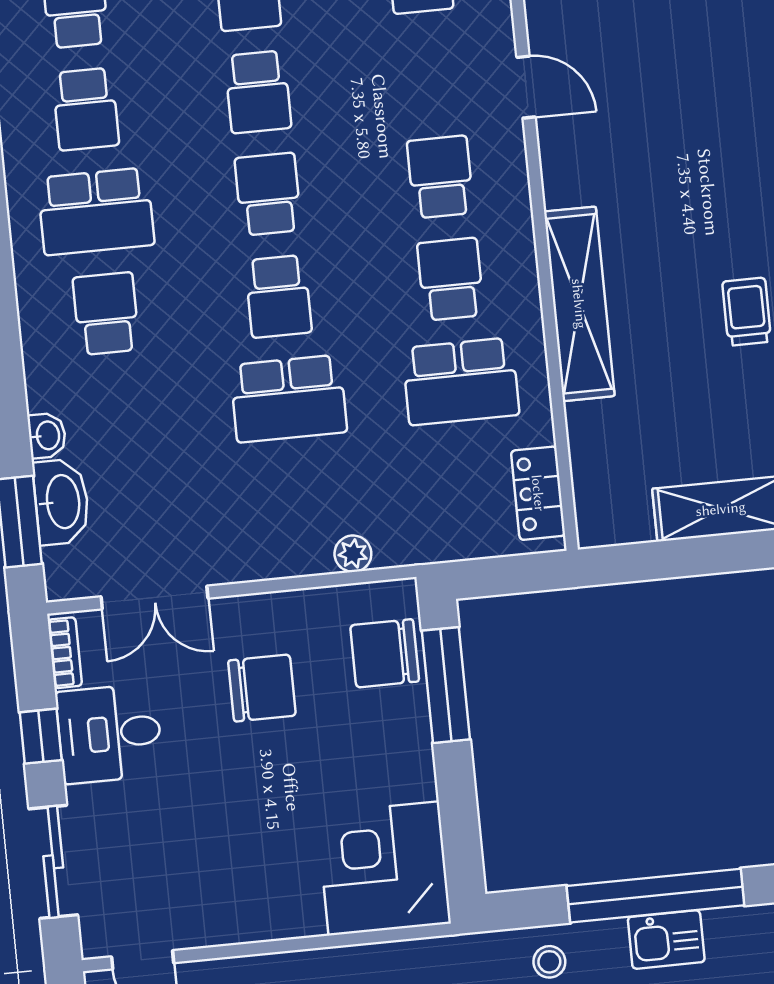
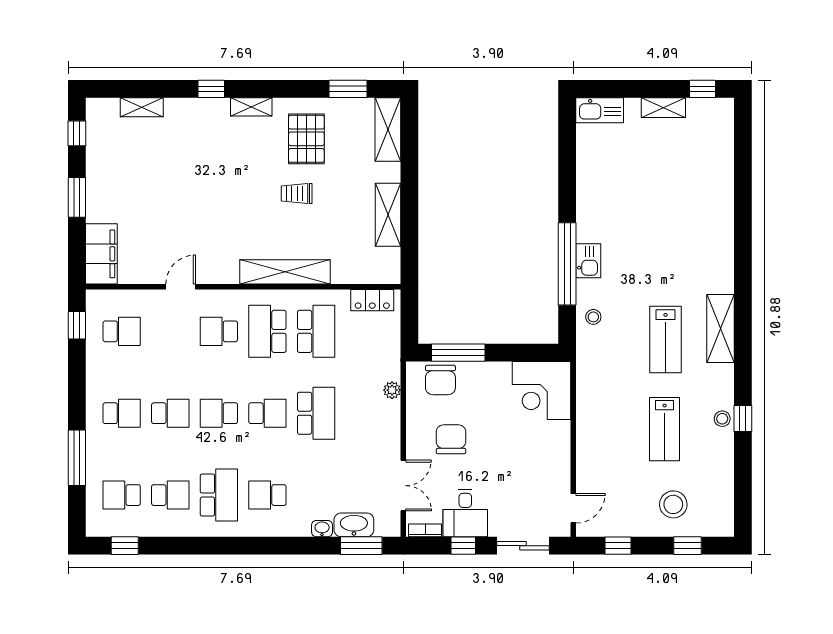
school desk: (451, 279) -> (267, 331), width x1.85

